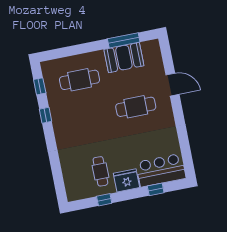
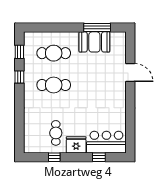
cafe table: (136, 107) -> (54, 85), moved

